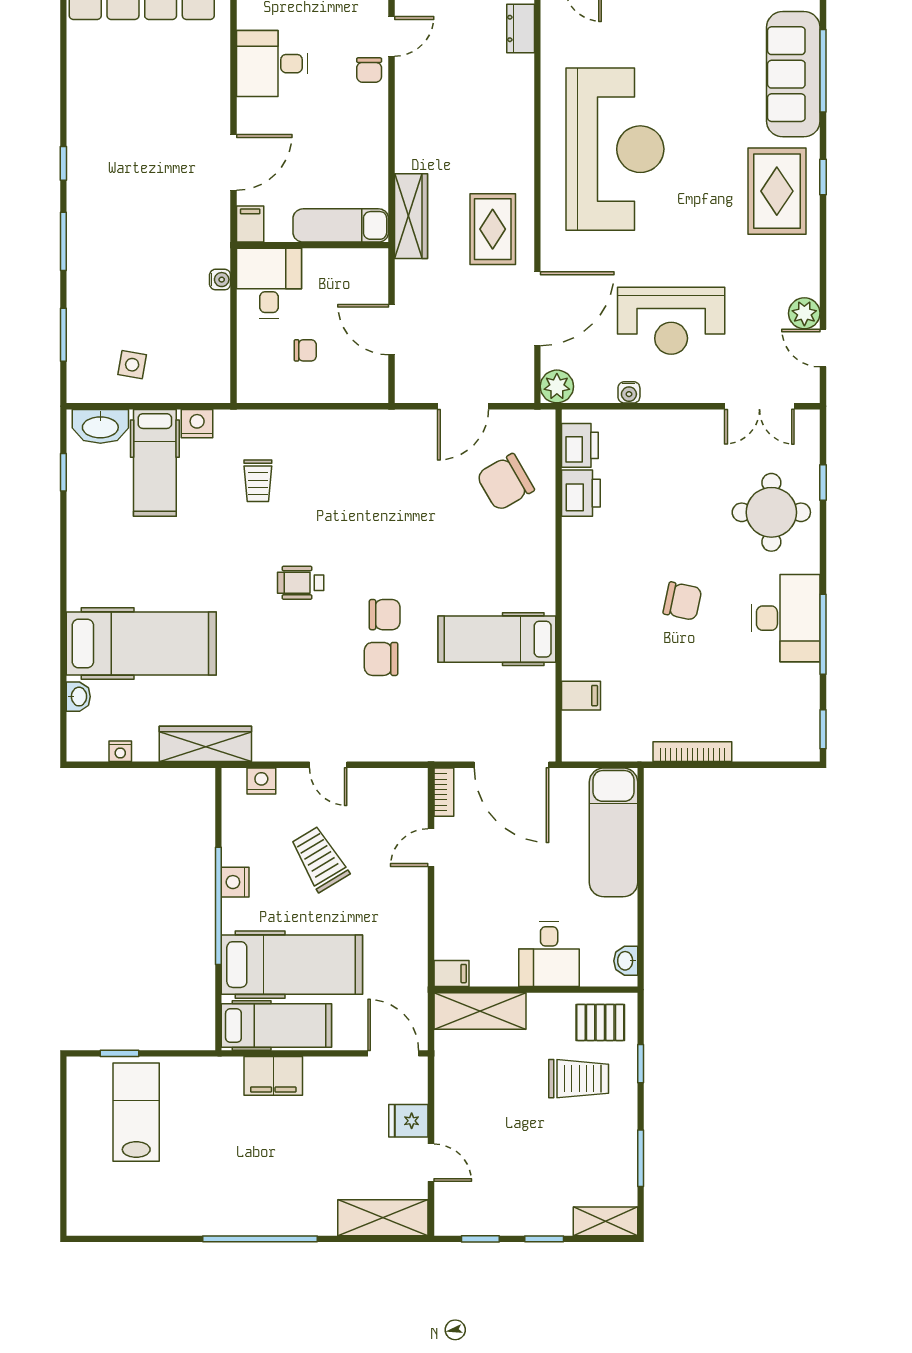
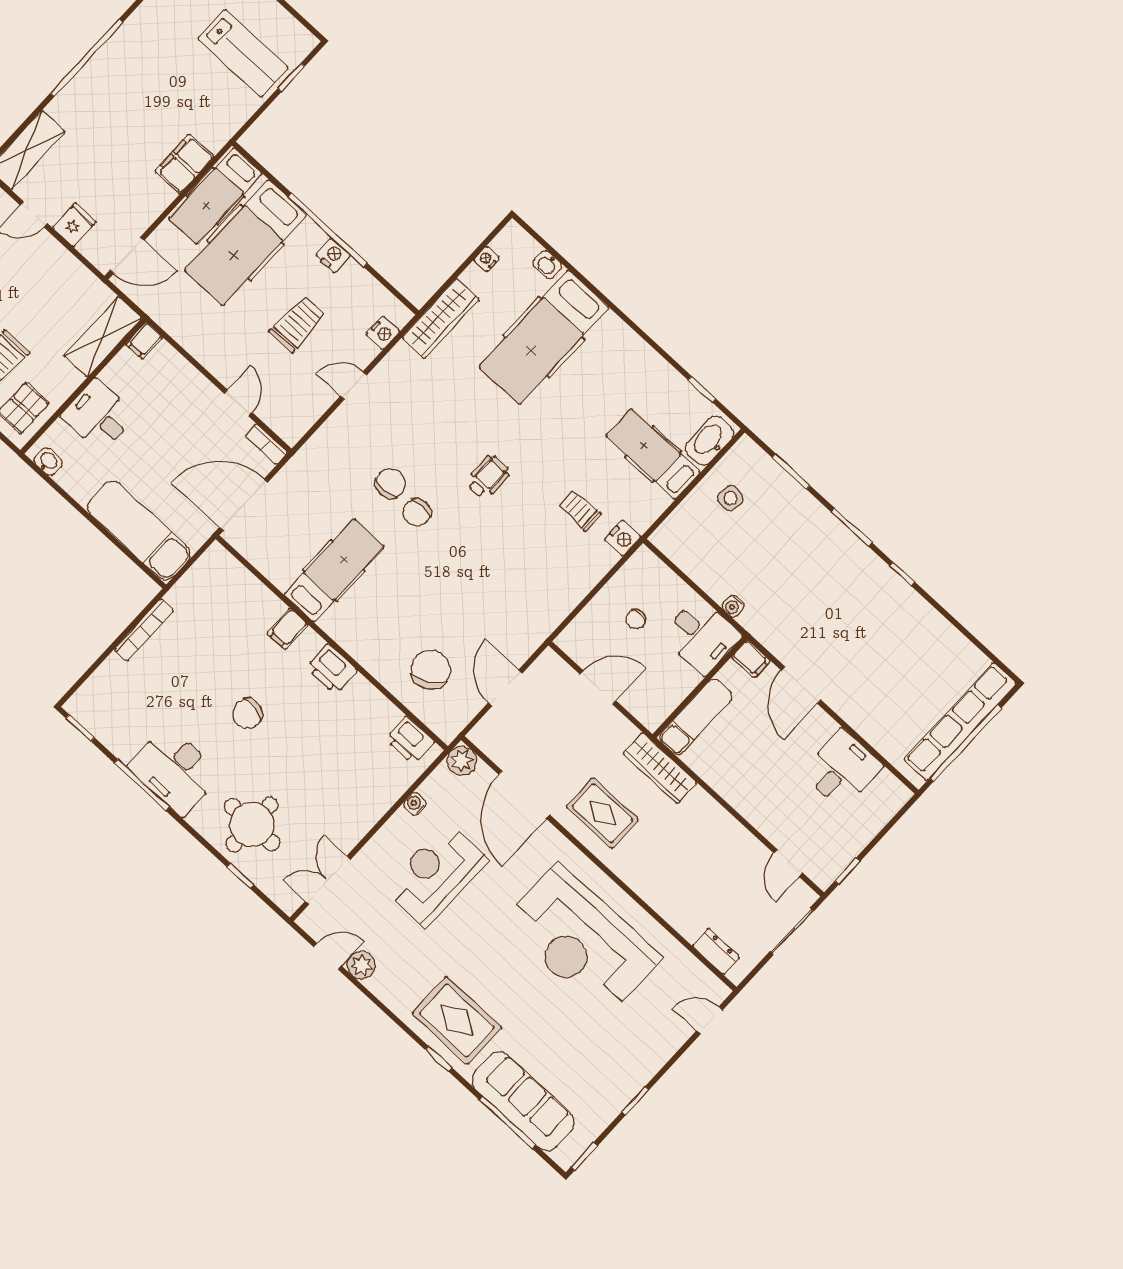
chair: (369, 70) -> (780, 828), removed
nightstand: (197, 424) -> (623, 538), moved
printer: (581, 493) -> (332, 669), moved
filing cabinet: (581, 696) -> (288, 629), moved
trolley: (320, 859) -> (297, 324), turned -59

